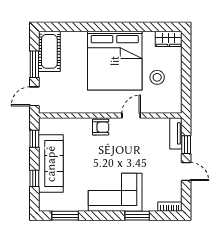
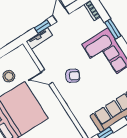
armchair: (101, 127) -> (73, 76), moved, turned 119

